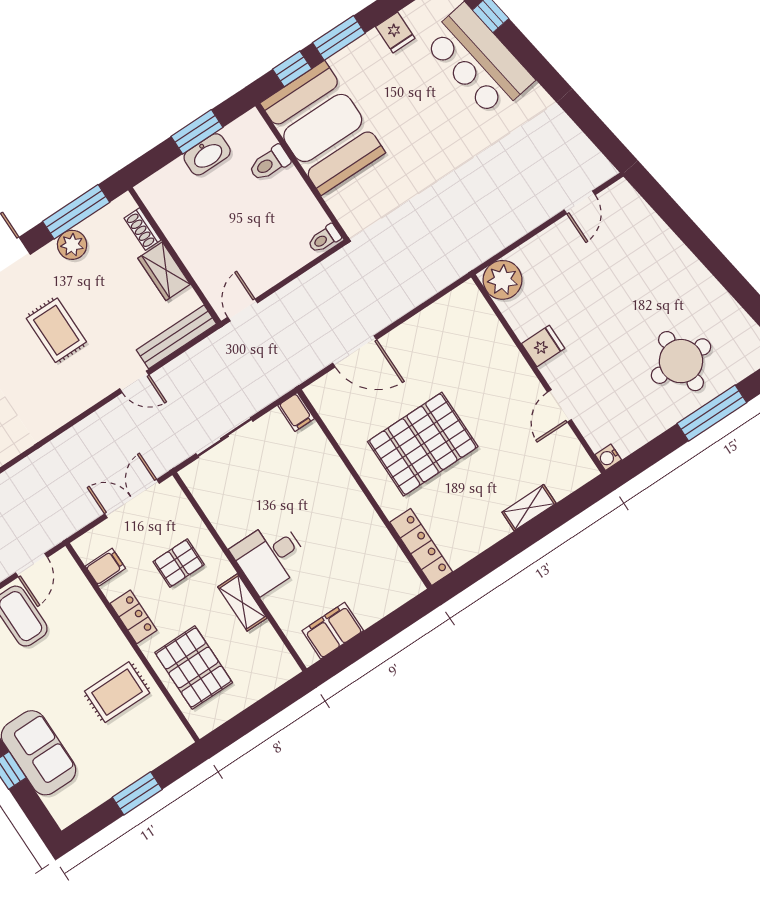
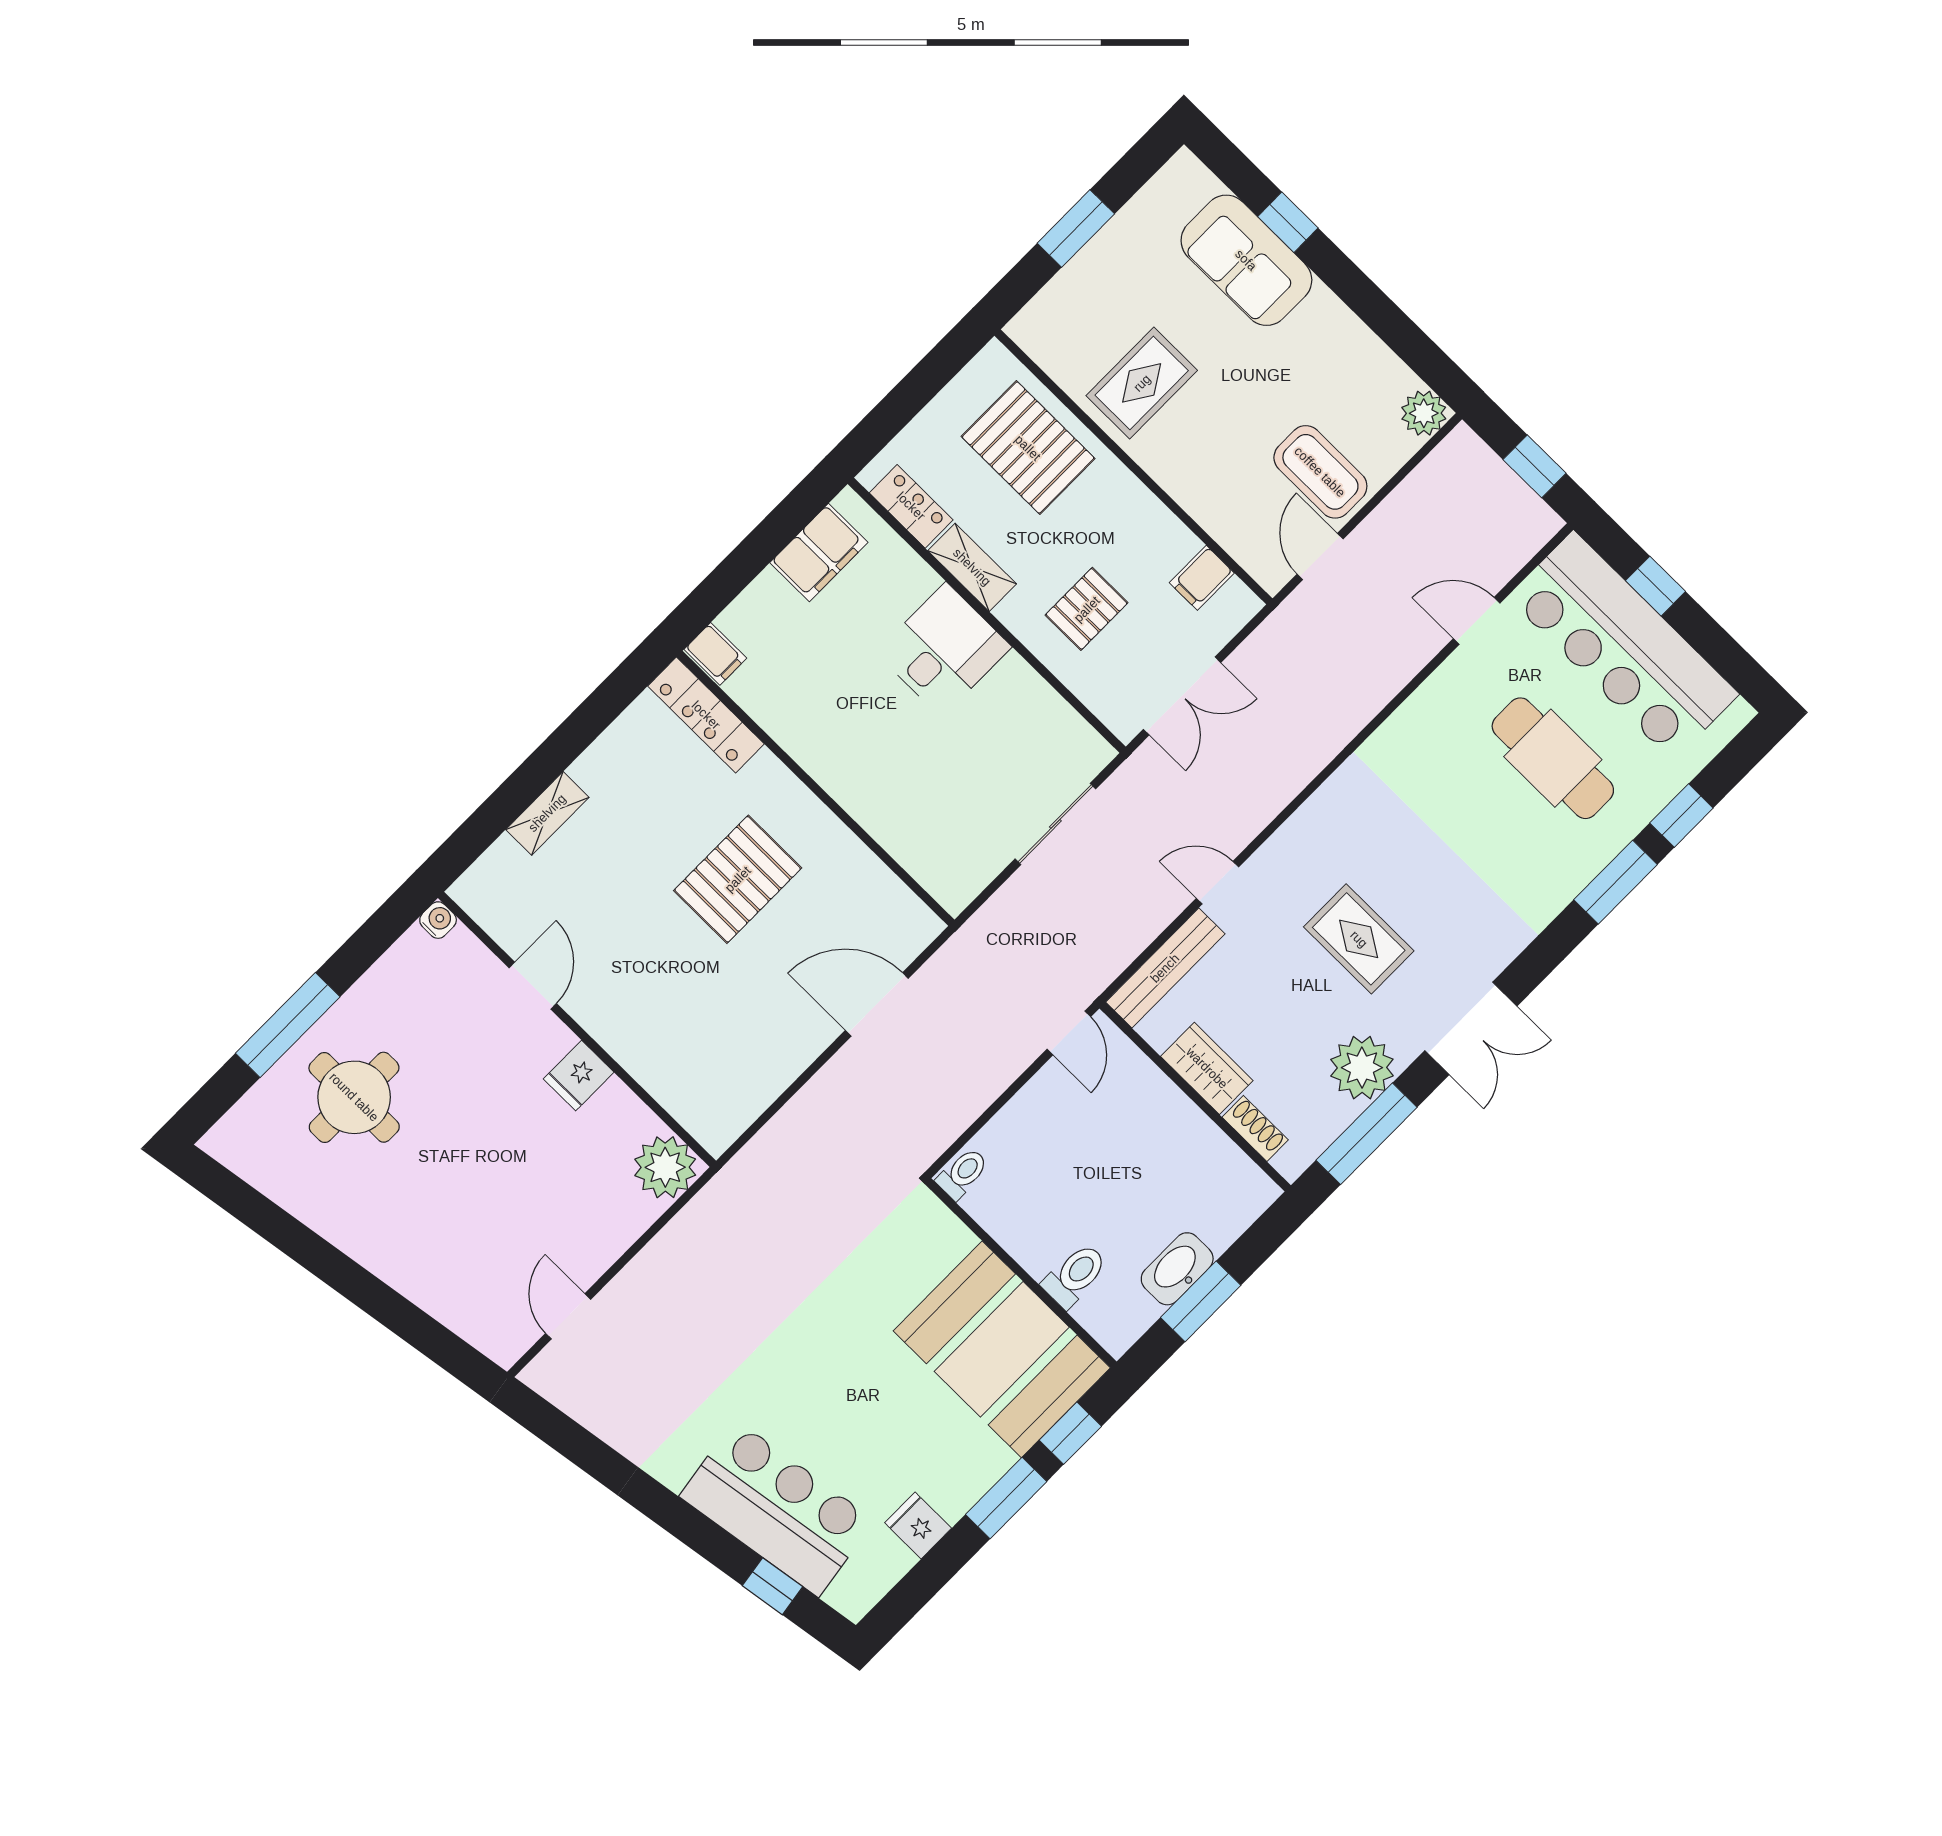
plant: (72, 245) -> (1362, 1068), width x1.36, depth x1.36
filing cabinet: (296, 412) -> (715, 654), moved, turned 180
pallet: (423, 444) -> (738, 879), width x0.73, depth x0.71
locker: (134, 617) -> (911, 506), moved, turned 180

